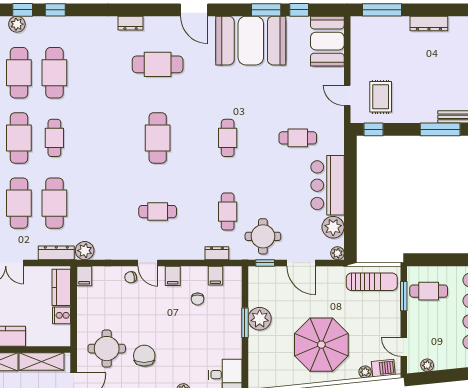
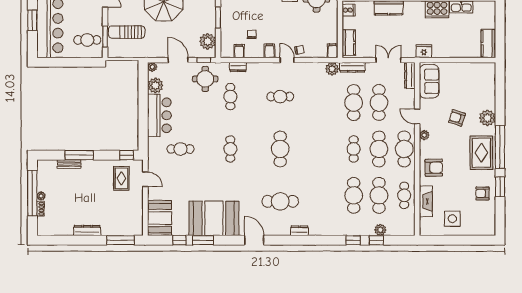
sun lounger: (372, 282) -> (127, 32), moved
cooker: (62, 315) -> (349, 10), moved
plant: (260, 319) -> (208, 41), moved

